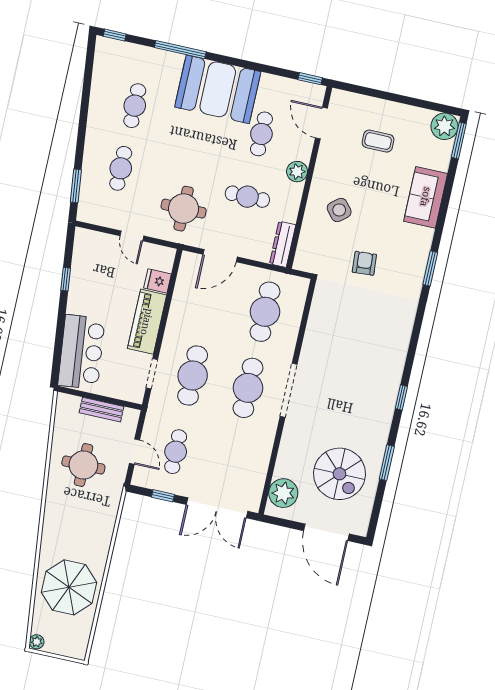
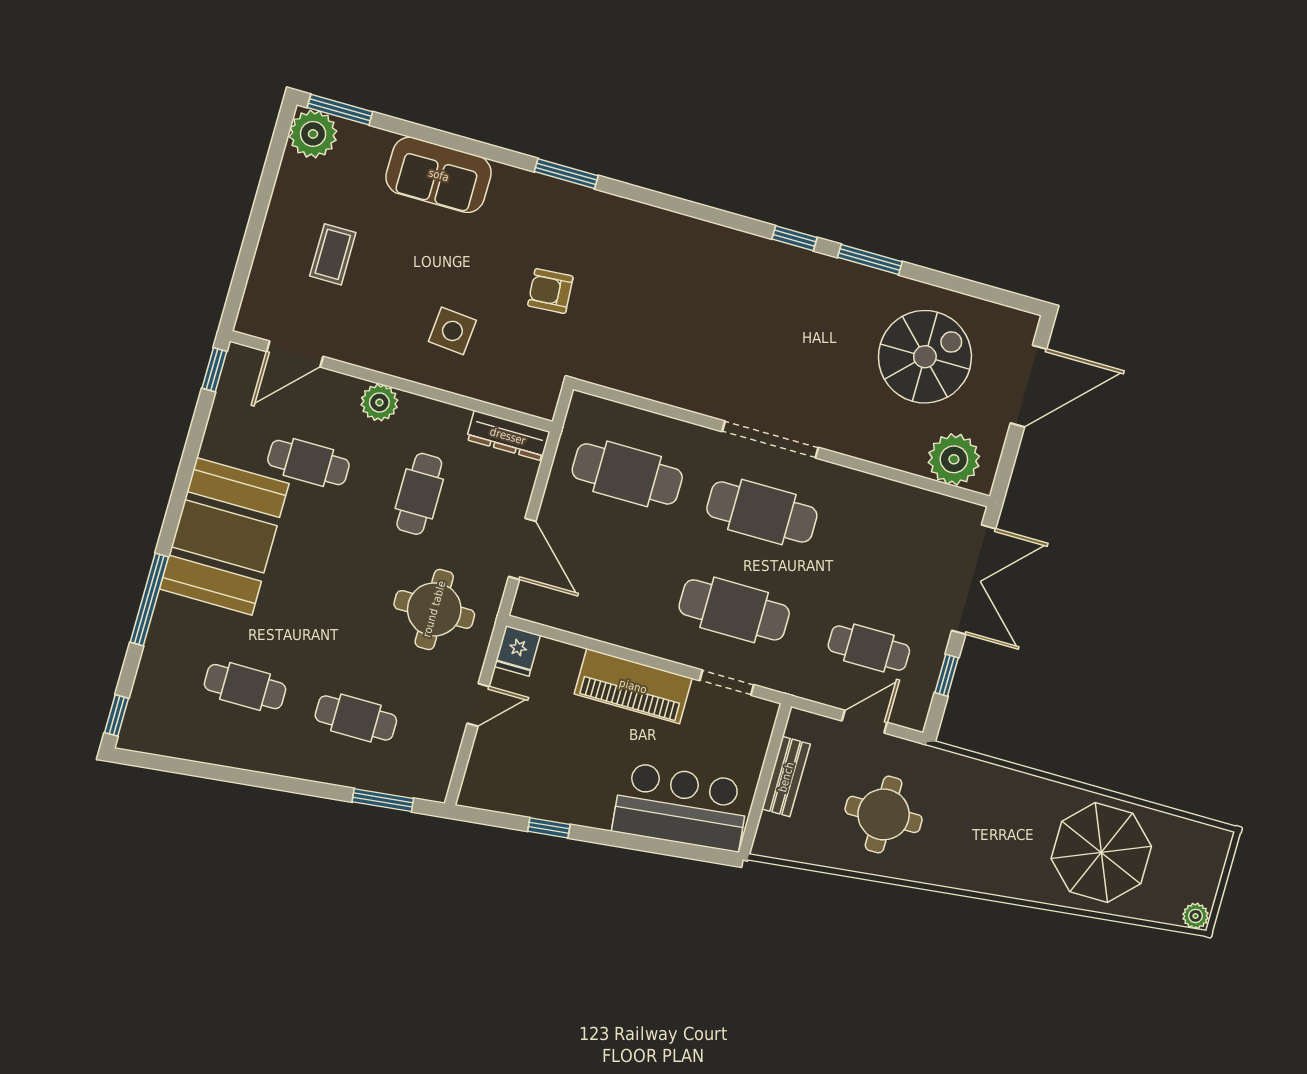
side table: (339, 210) -> (452, 331), turned 45
fridge: (158, 281) -> (517, 651), moved
window: (387, 463) -> (870, 260), moved

